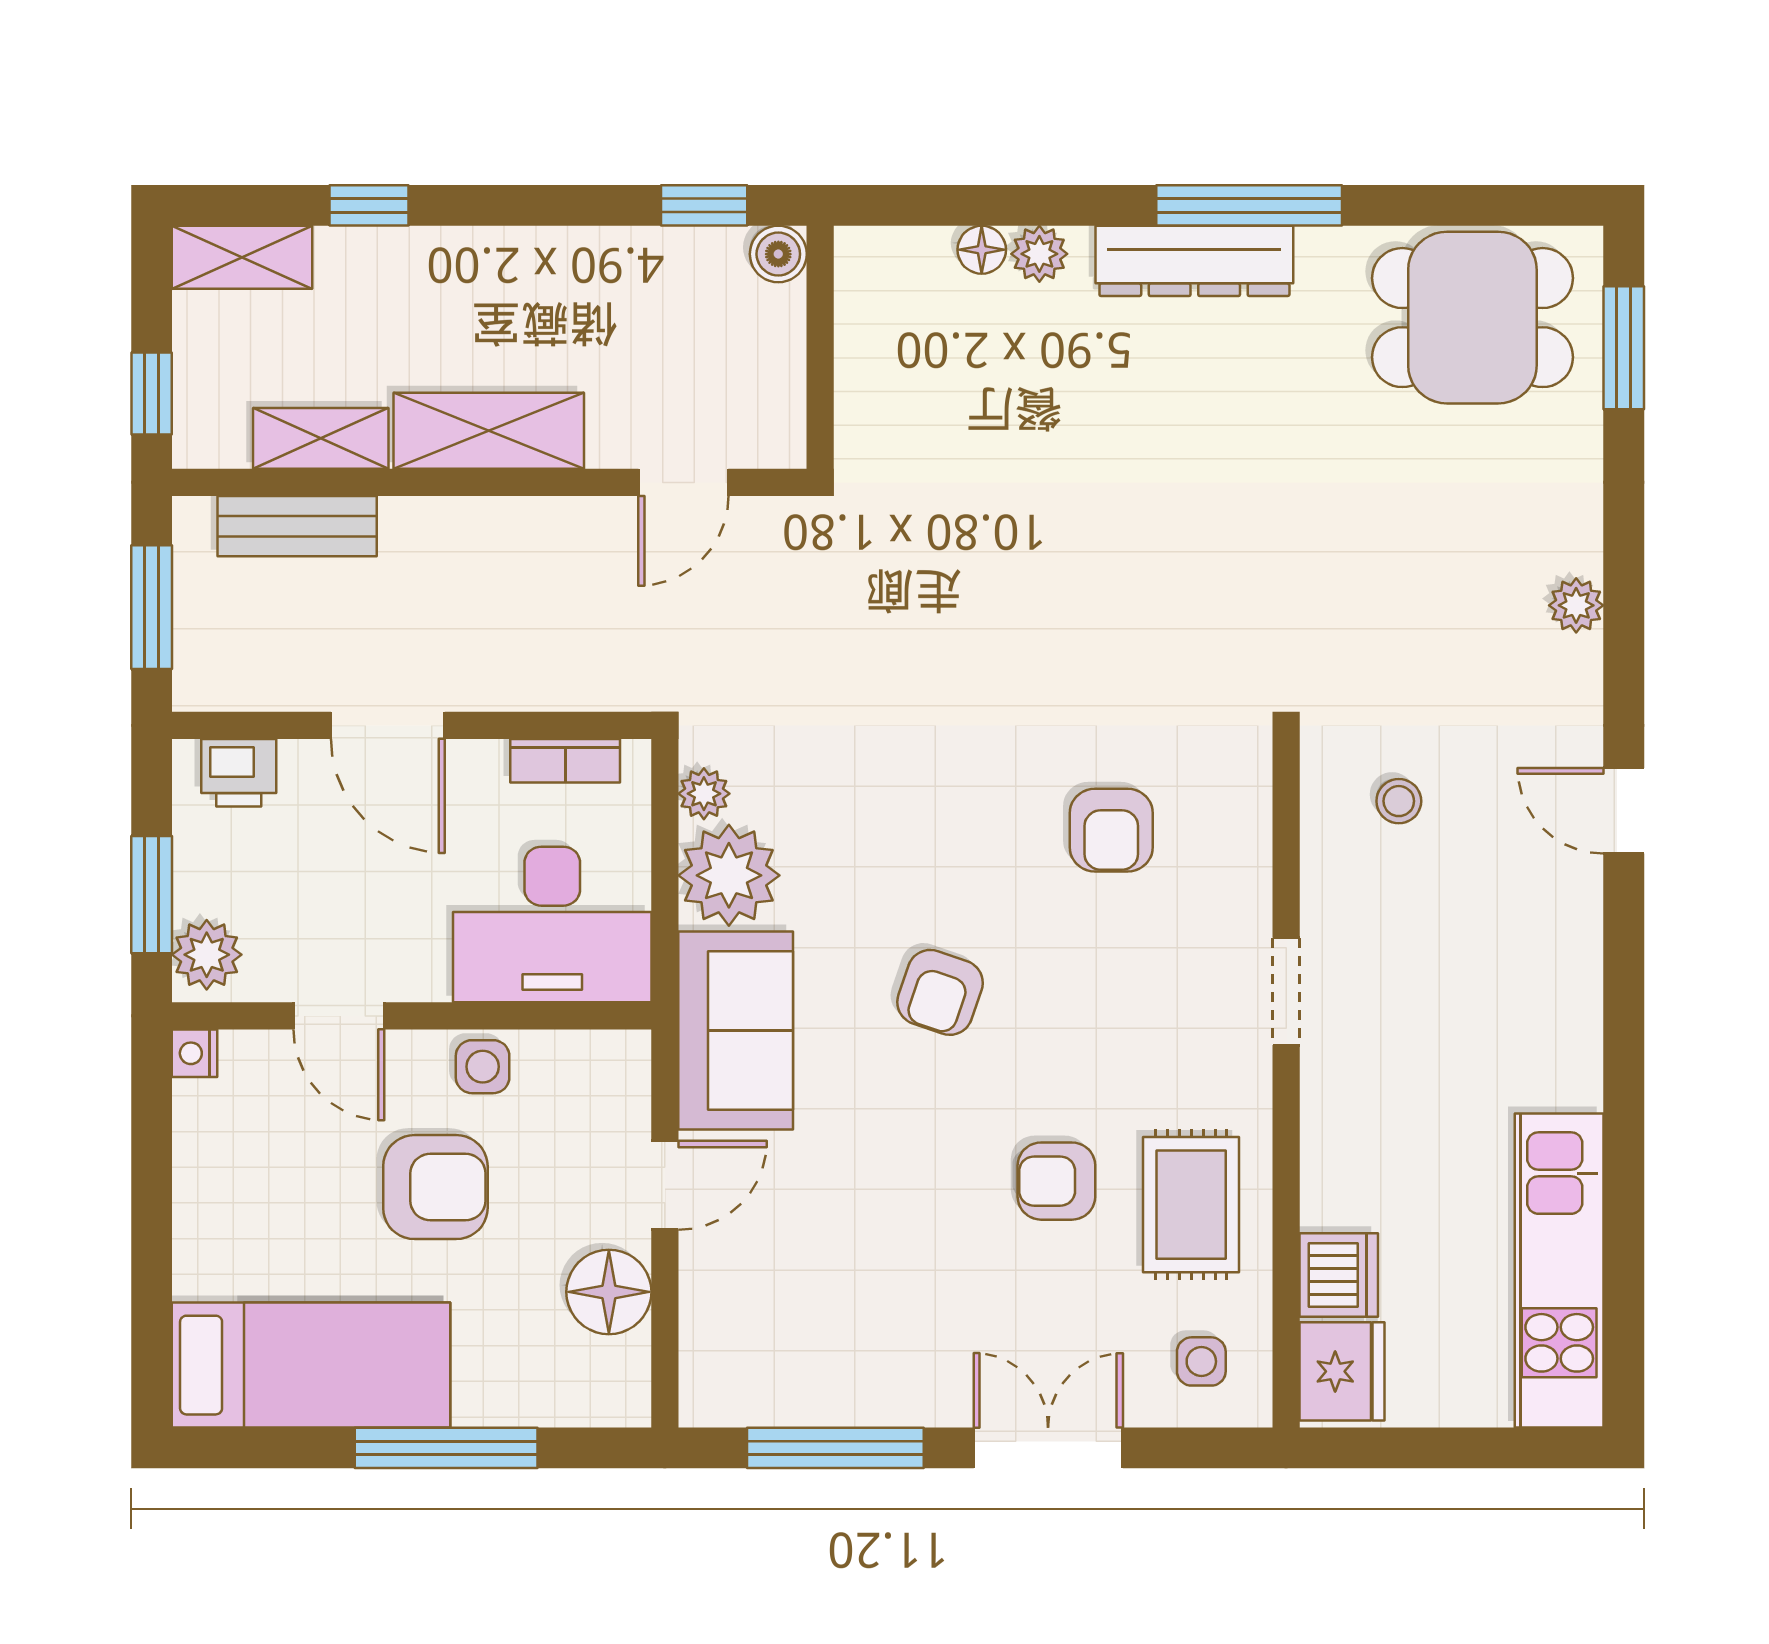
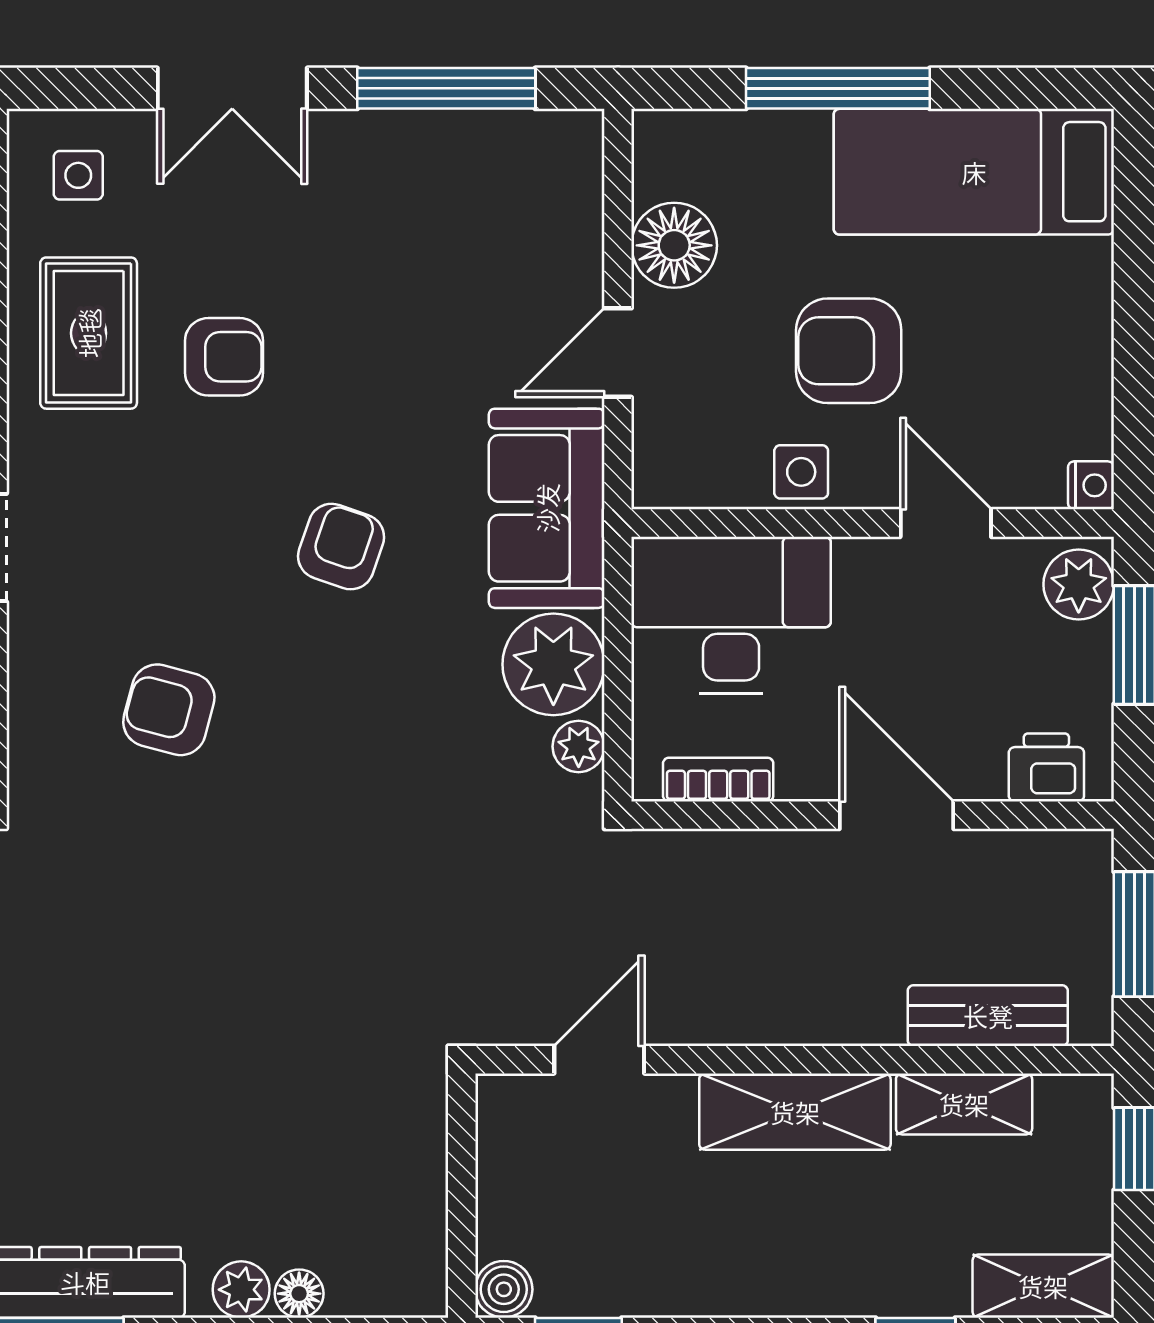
armchair: (1111, 830) -> (169, 710), turned -75

